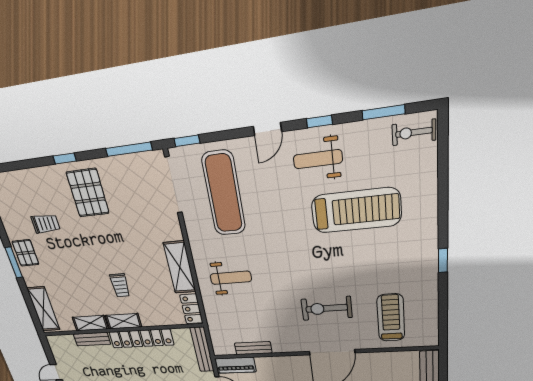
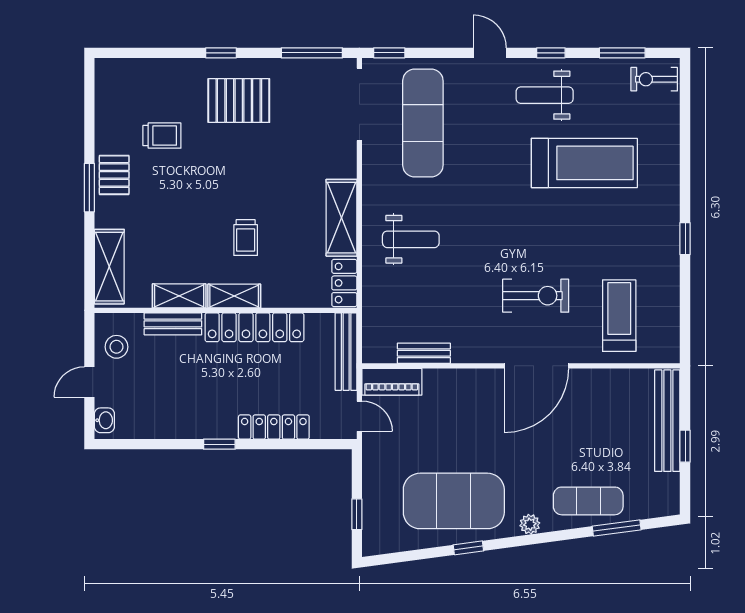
door: (267, 129) -> (490, 53), swing flipped
pallet: (88, 193) -> (239, 101), turned 90
exercise bike: (327, 308) -> (536, 296), turned 180
stool: (64, 353) -> (116, 347), added

